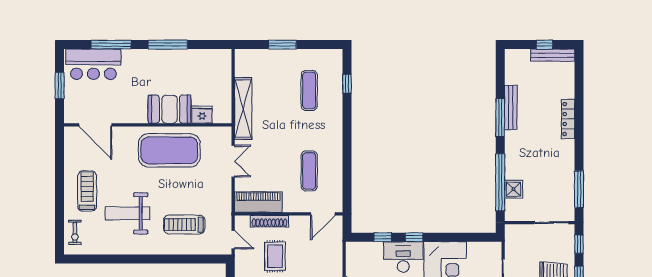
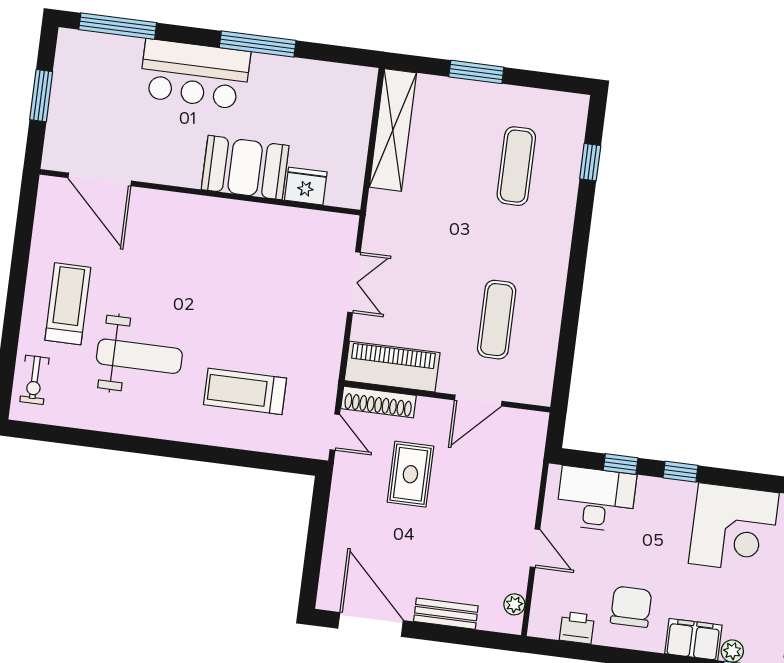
window: (111, 45) -> (118, 26), moved
bar counter: (93, 64) -> (195, 74), moved
shelving: (243, 109) -> (393, 130), moved
exercise mat: (169, 150) -> (235, 246), removed
weight bench: (127, 213) -> (139, 356), turned 180
door: (323, 214) -> (478, 401), moved
shoe rack: (270, 221) -> (378, 402), moved
desk: (403, 257) -> (596, 499), moved

